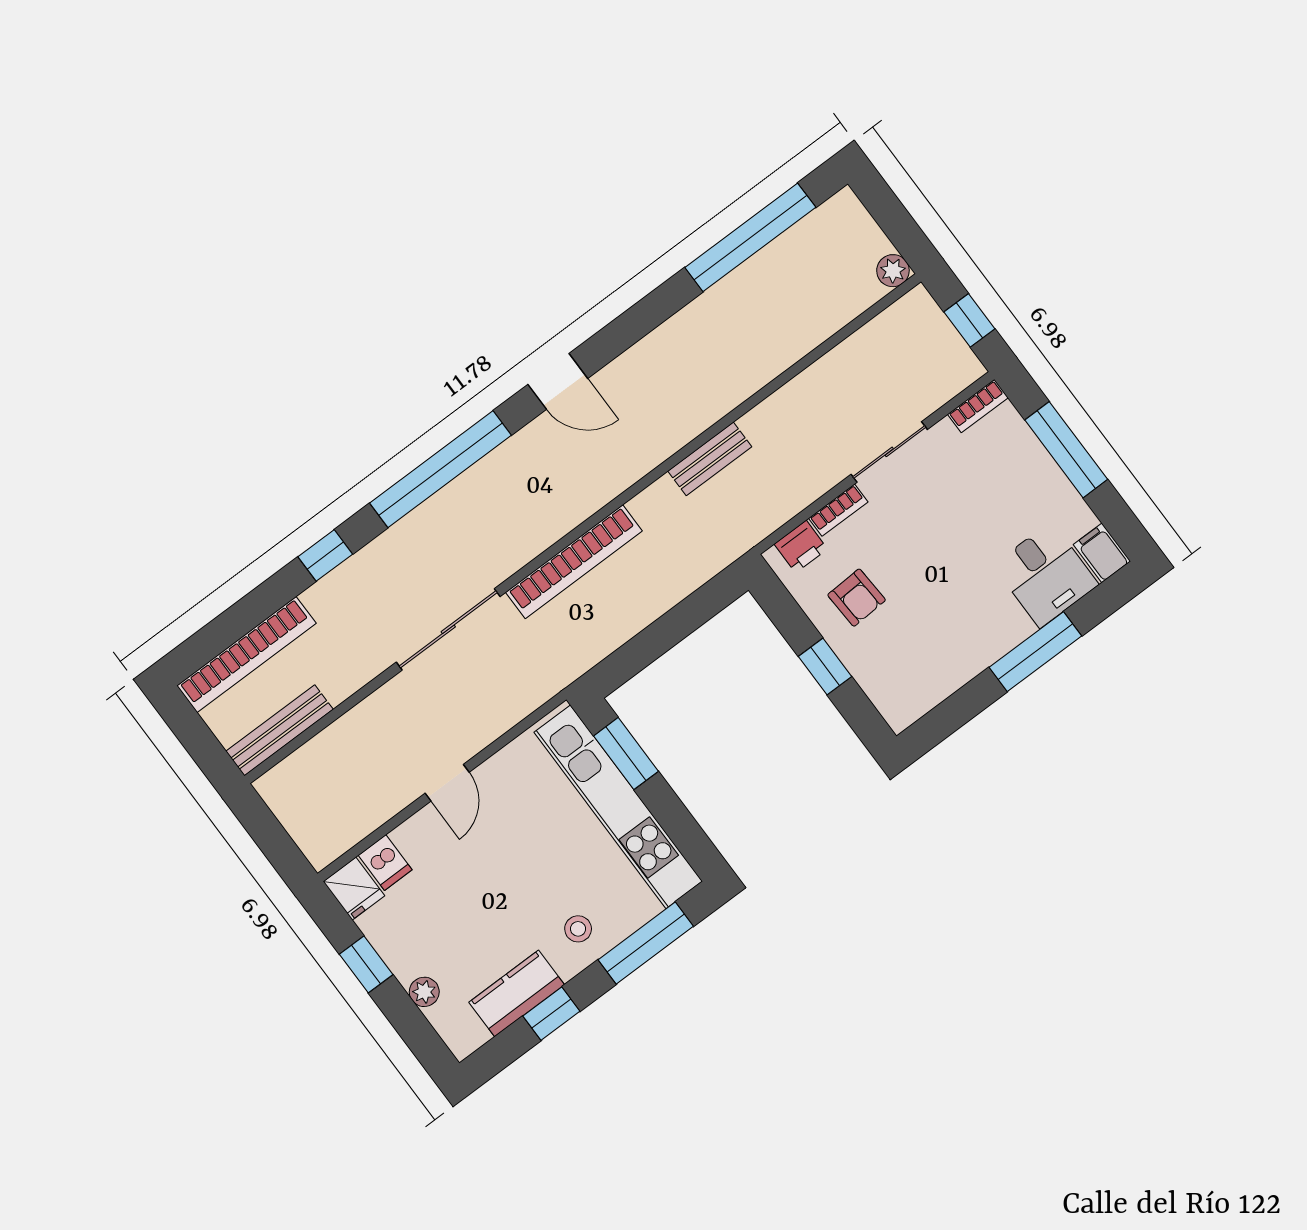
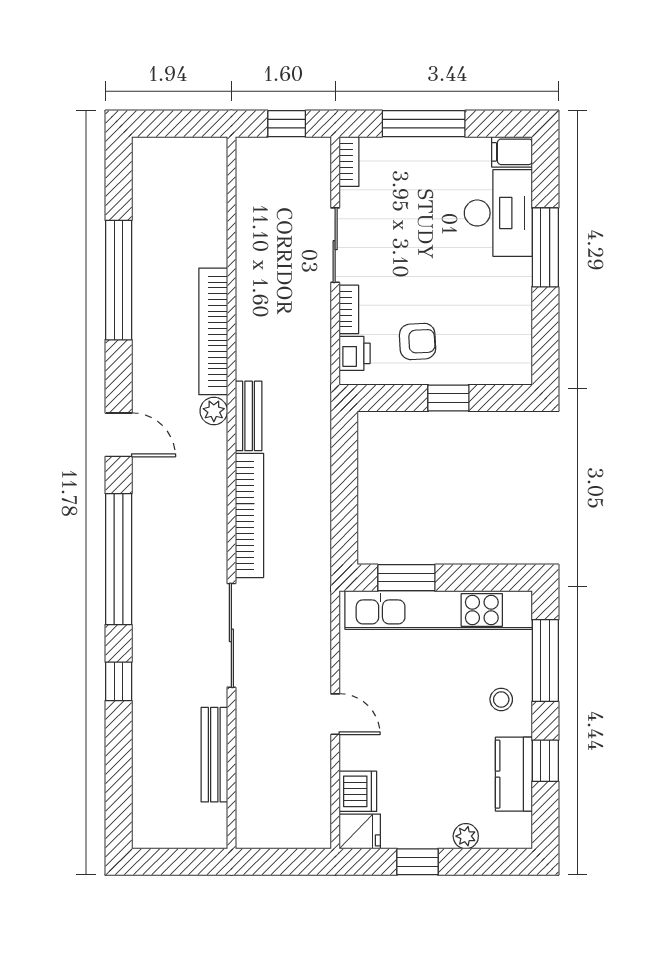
window: (750, 237) -> (119, 280), moved
plant: (893, 271) -> (214, 411), moved
door: (558, 381) -> (119, 435), hinge flipped
bench: (710, 459) -> (249, 416), moved
desk: (1046, 575) -> (498, 213), width x1.37
bookcase: (246, 655) -> (213, 331), moved, turned 180
bench: (280, 730) -> (214, 755), moved
dishwasher: (385, 862) -> (358, 791), width x1.38

